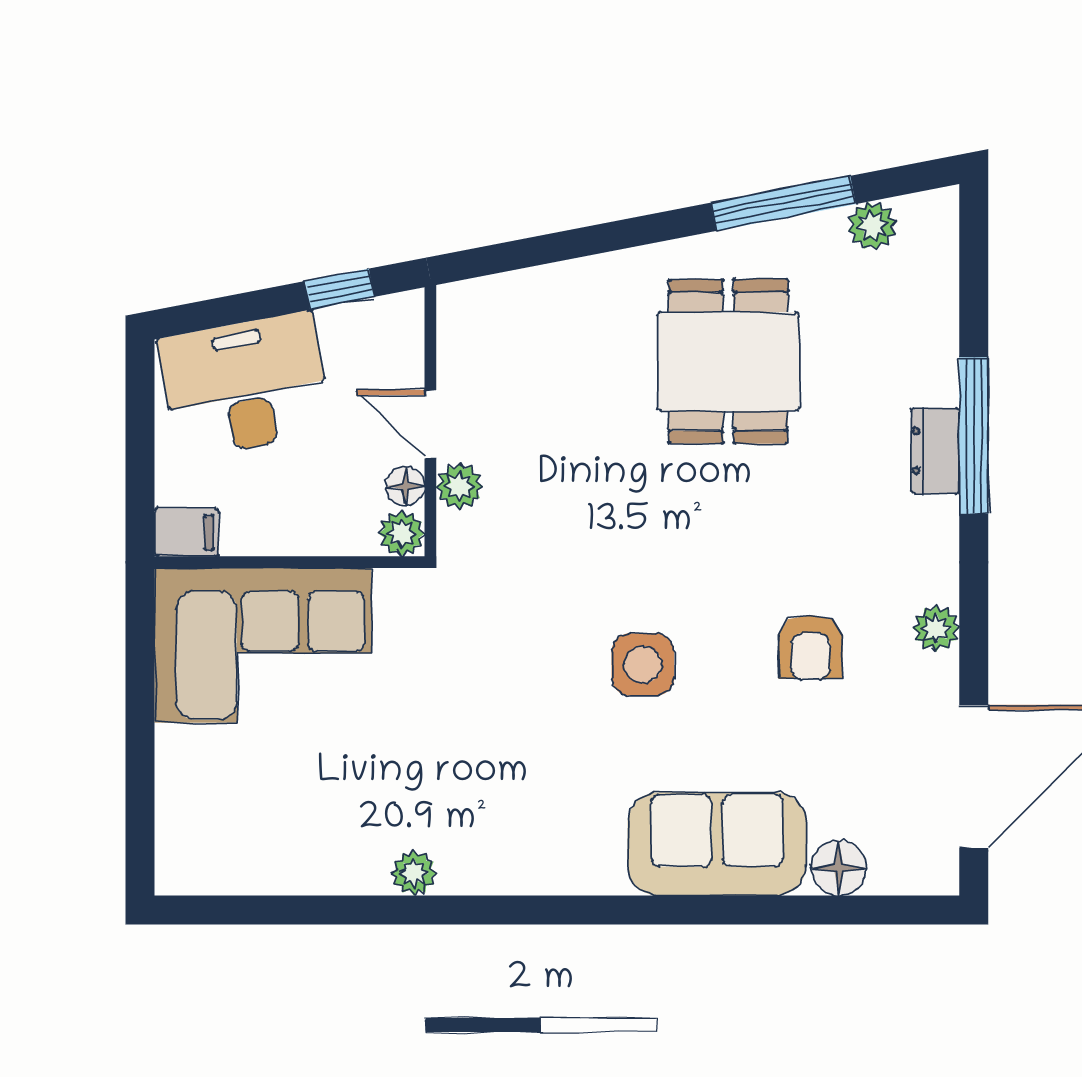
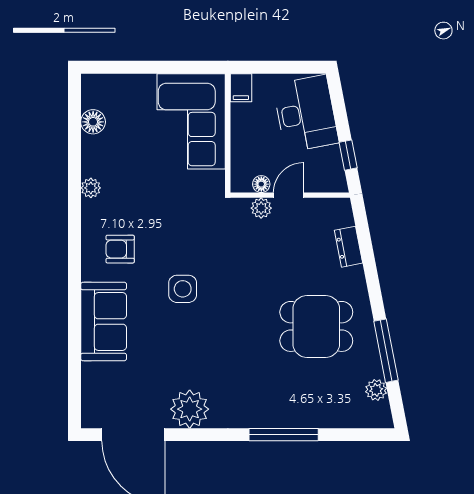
dresser: (935, 451) -> (349, 247), moved, turned -101
plant: (402, 533) -> (240, 182), removed
plant: (936, 628) -> (190, 409), width x1.87, depth x1.87
armchair: (811, 647) -> (120, 249), moved
floor lamp: (839, 868) -> (93, 122), moved

